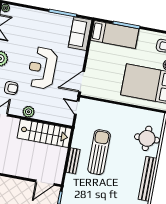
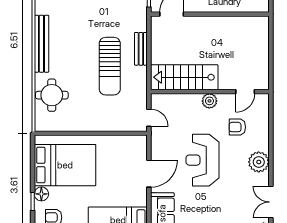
reception desk: (42, 68) -> (202, 160), turned 180
door: (82, 82) -> (149, 174), moved

